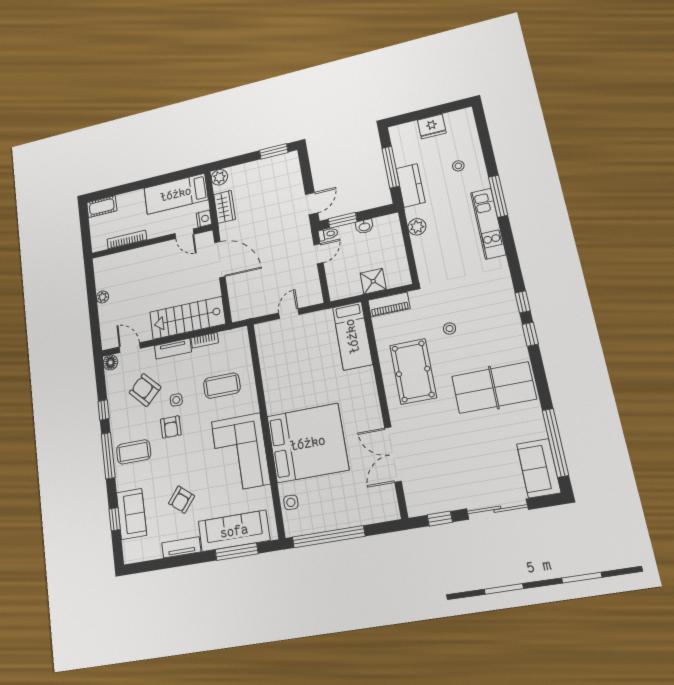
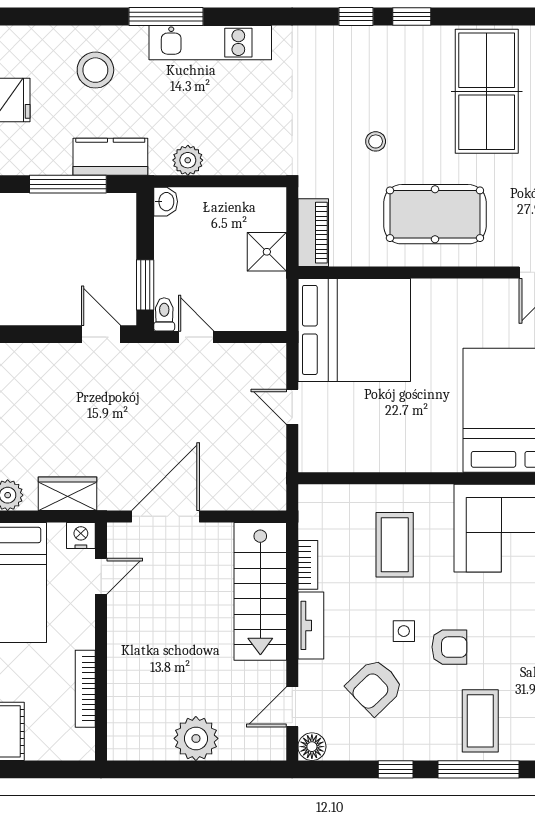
stool: (458, 166) -> (95, 70), width x1.89, depth x1.89
washbasin: (364, 227) -> (166, 202), moved
plant: (102, 297) -> (196, 738), width x1.88, depth x1.88
bed: (352, 336) -> (354, 330), width x2.04

